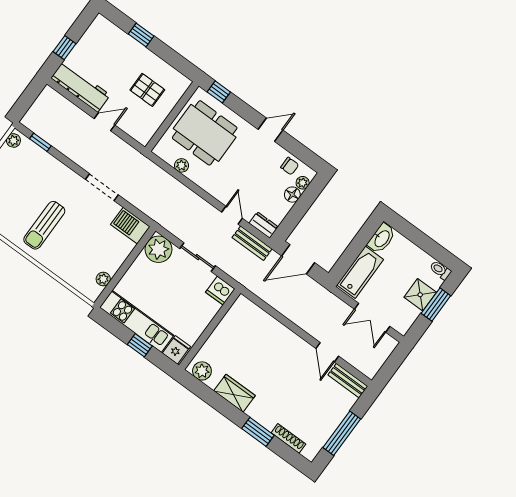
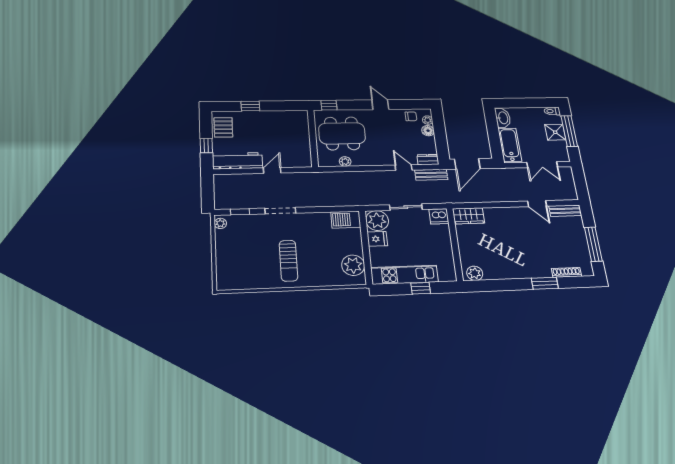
pallet: (147, 90) -> (223, 127), moved, turned 90
door: (271, 130) -> (380, 105), hinge flipped
doorway: (102, 187) -> (280, 211), moved
plant: (103, 279) -> (353, 265), width x1.88, depth x1.88
window: (436, 304) -> (569, 131), width x1.44
fridge: (176, 350) -> (377, 239), moved, turned 90
wardrobe: (235, 393) -> (468, 216), moved, turned 180

